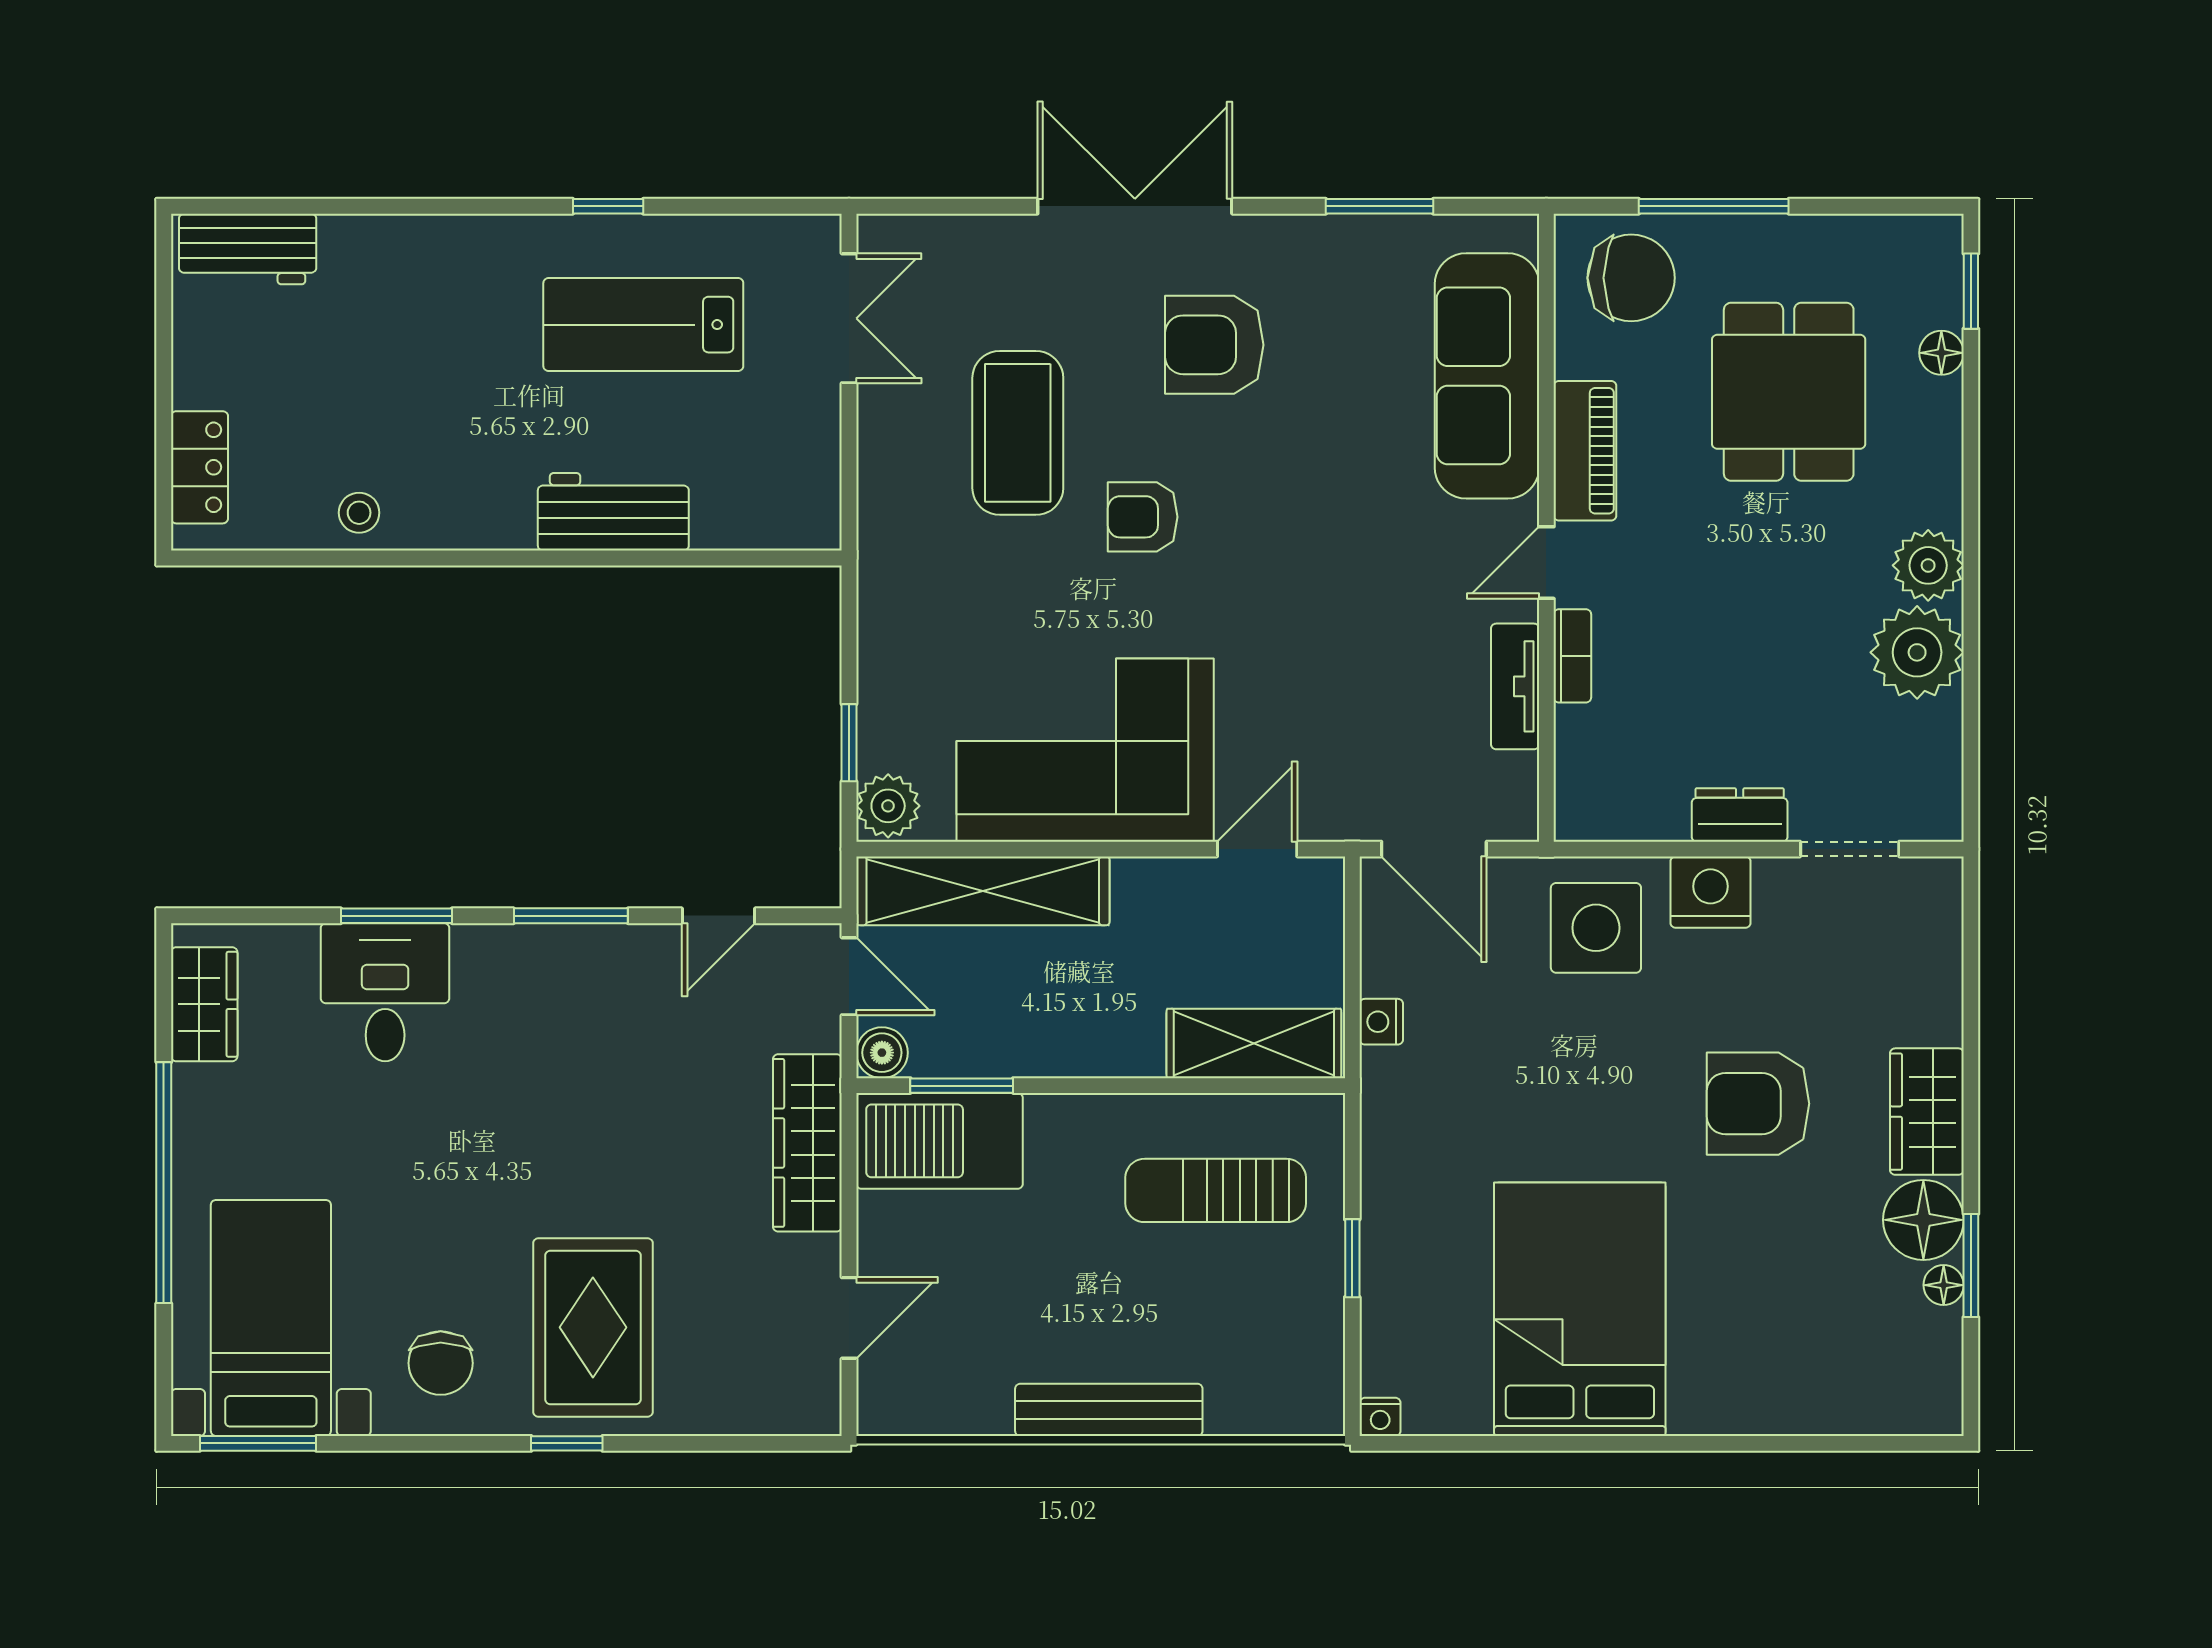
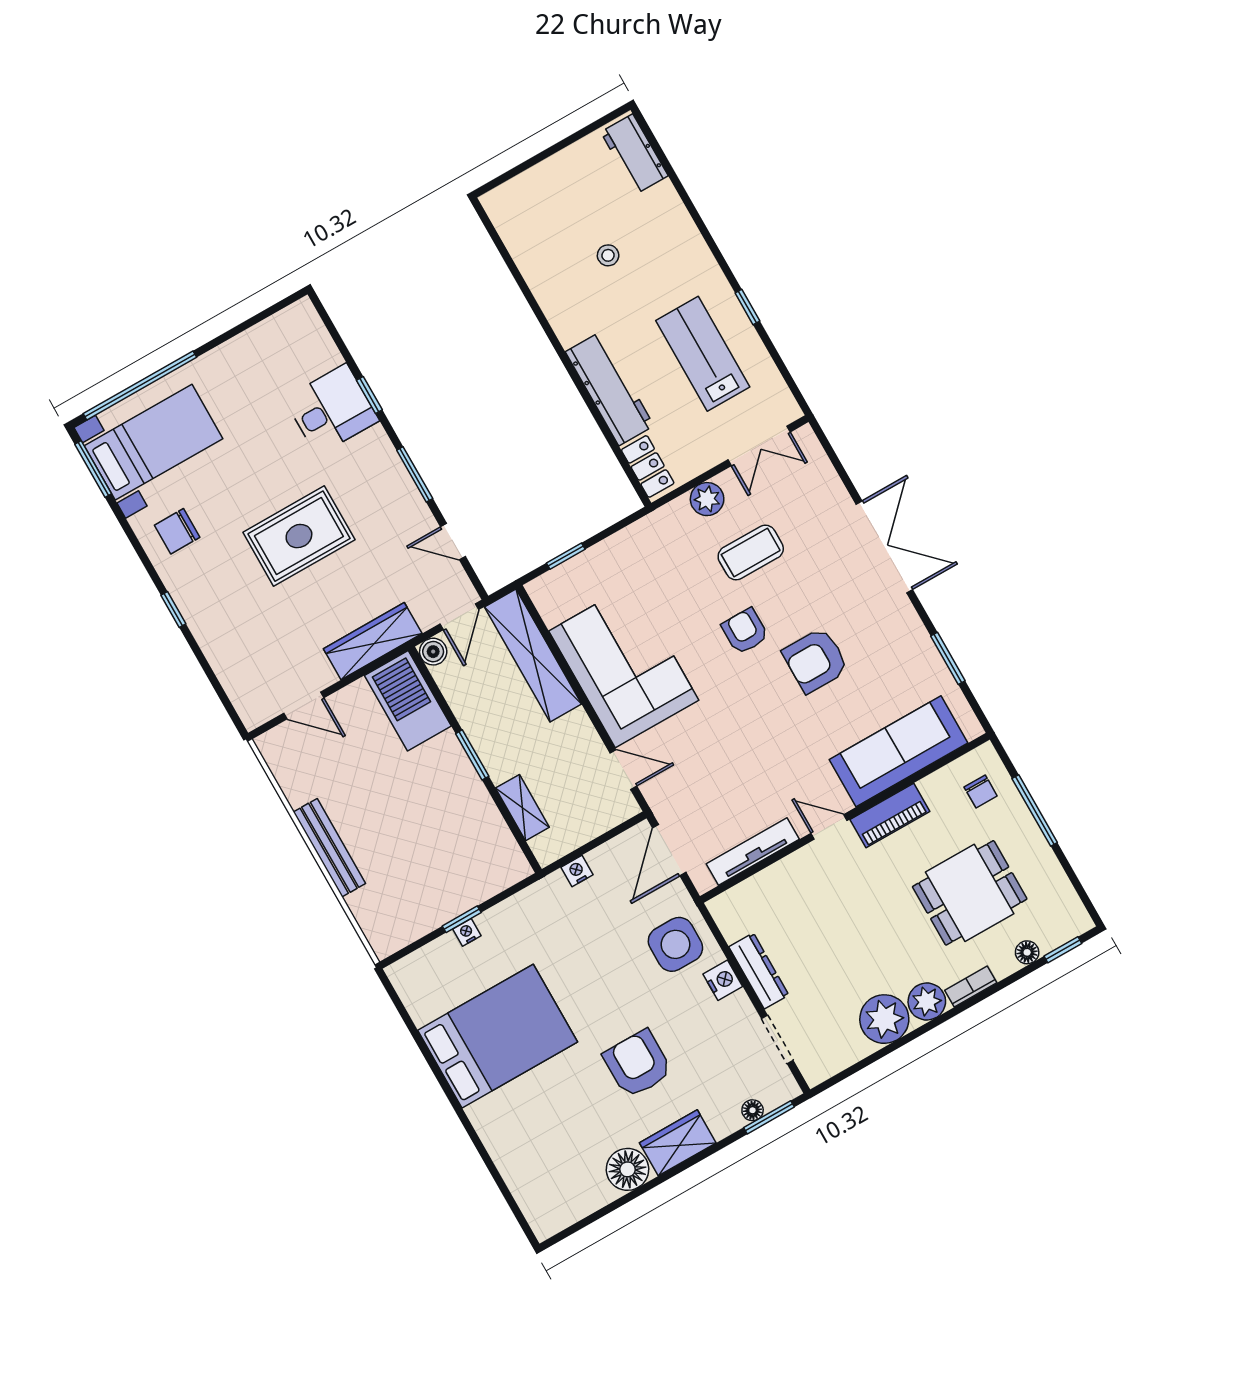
chair: (1631, 278) -> (981, 792), width x0.54, depth x0.54
armchair: (1214, 345) -> (815, 660), moved, turned -90
coffee table: (1018, 433) -> (751, 552), width x0.73, depth x0.76
locker: (199, 467) -> (648, 466), moved, turned -90
workbench: (613, 512) -> (610, 389), width x1.38
stool: (359, 513) -> (608, 255), moved
bookcase: (1572, 656) -> (971, 987), moved, turned 180
tv unit: (1515, 686) -> (753, 852), width x1.41
plant: (888, 806) -> (707, 499), moved
dresser: (1740, 815) -> (759, 971), width x1.44
nightstand: (1711, 892) -> (723, 980), width x0.74, depth x0.75
window: (396, 916) -> (369, 395), width x0.67
wardrobe: (204, 1004) -> (279, 330), removed
shelving: (1254, 1043) -> (522, 808), width x0.67, depth x0.75
window: (962, 1086) -> (472, 755), moved
window: (164, 1183) -> (140, 385), moved
sun lounger: (1216, 1190) -> (457, 839), removed
window: (1971, 1265) -> (769, 1117), moved
floor lamp: (1944, 1285) -> (753, 1110), moved
rug: (593, 1327) -> (299, 536), moved
nightstand: (1380, 1417) -> (467, 932), moved, turned 90

